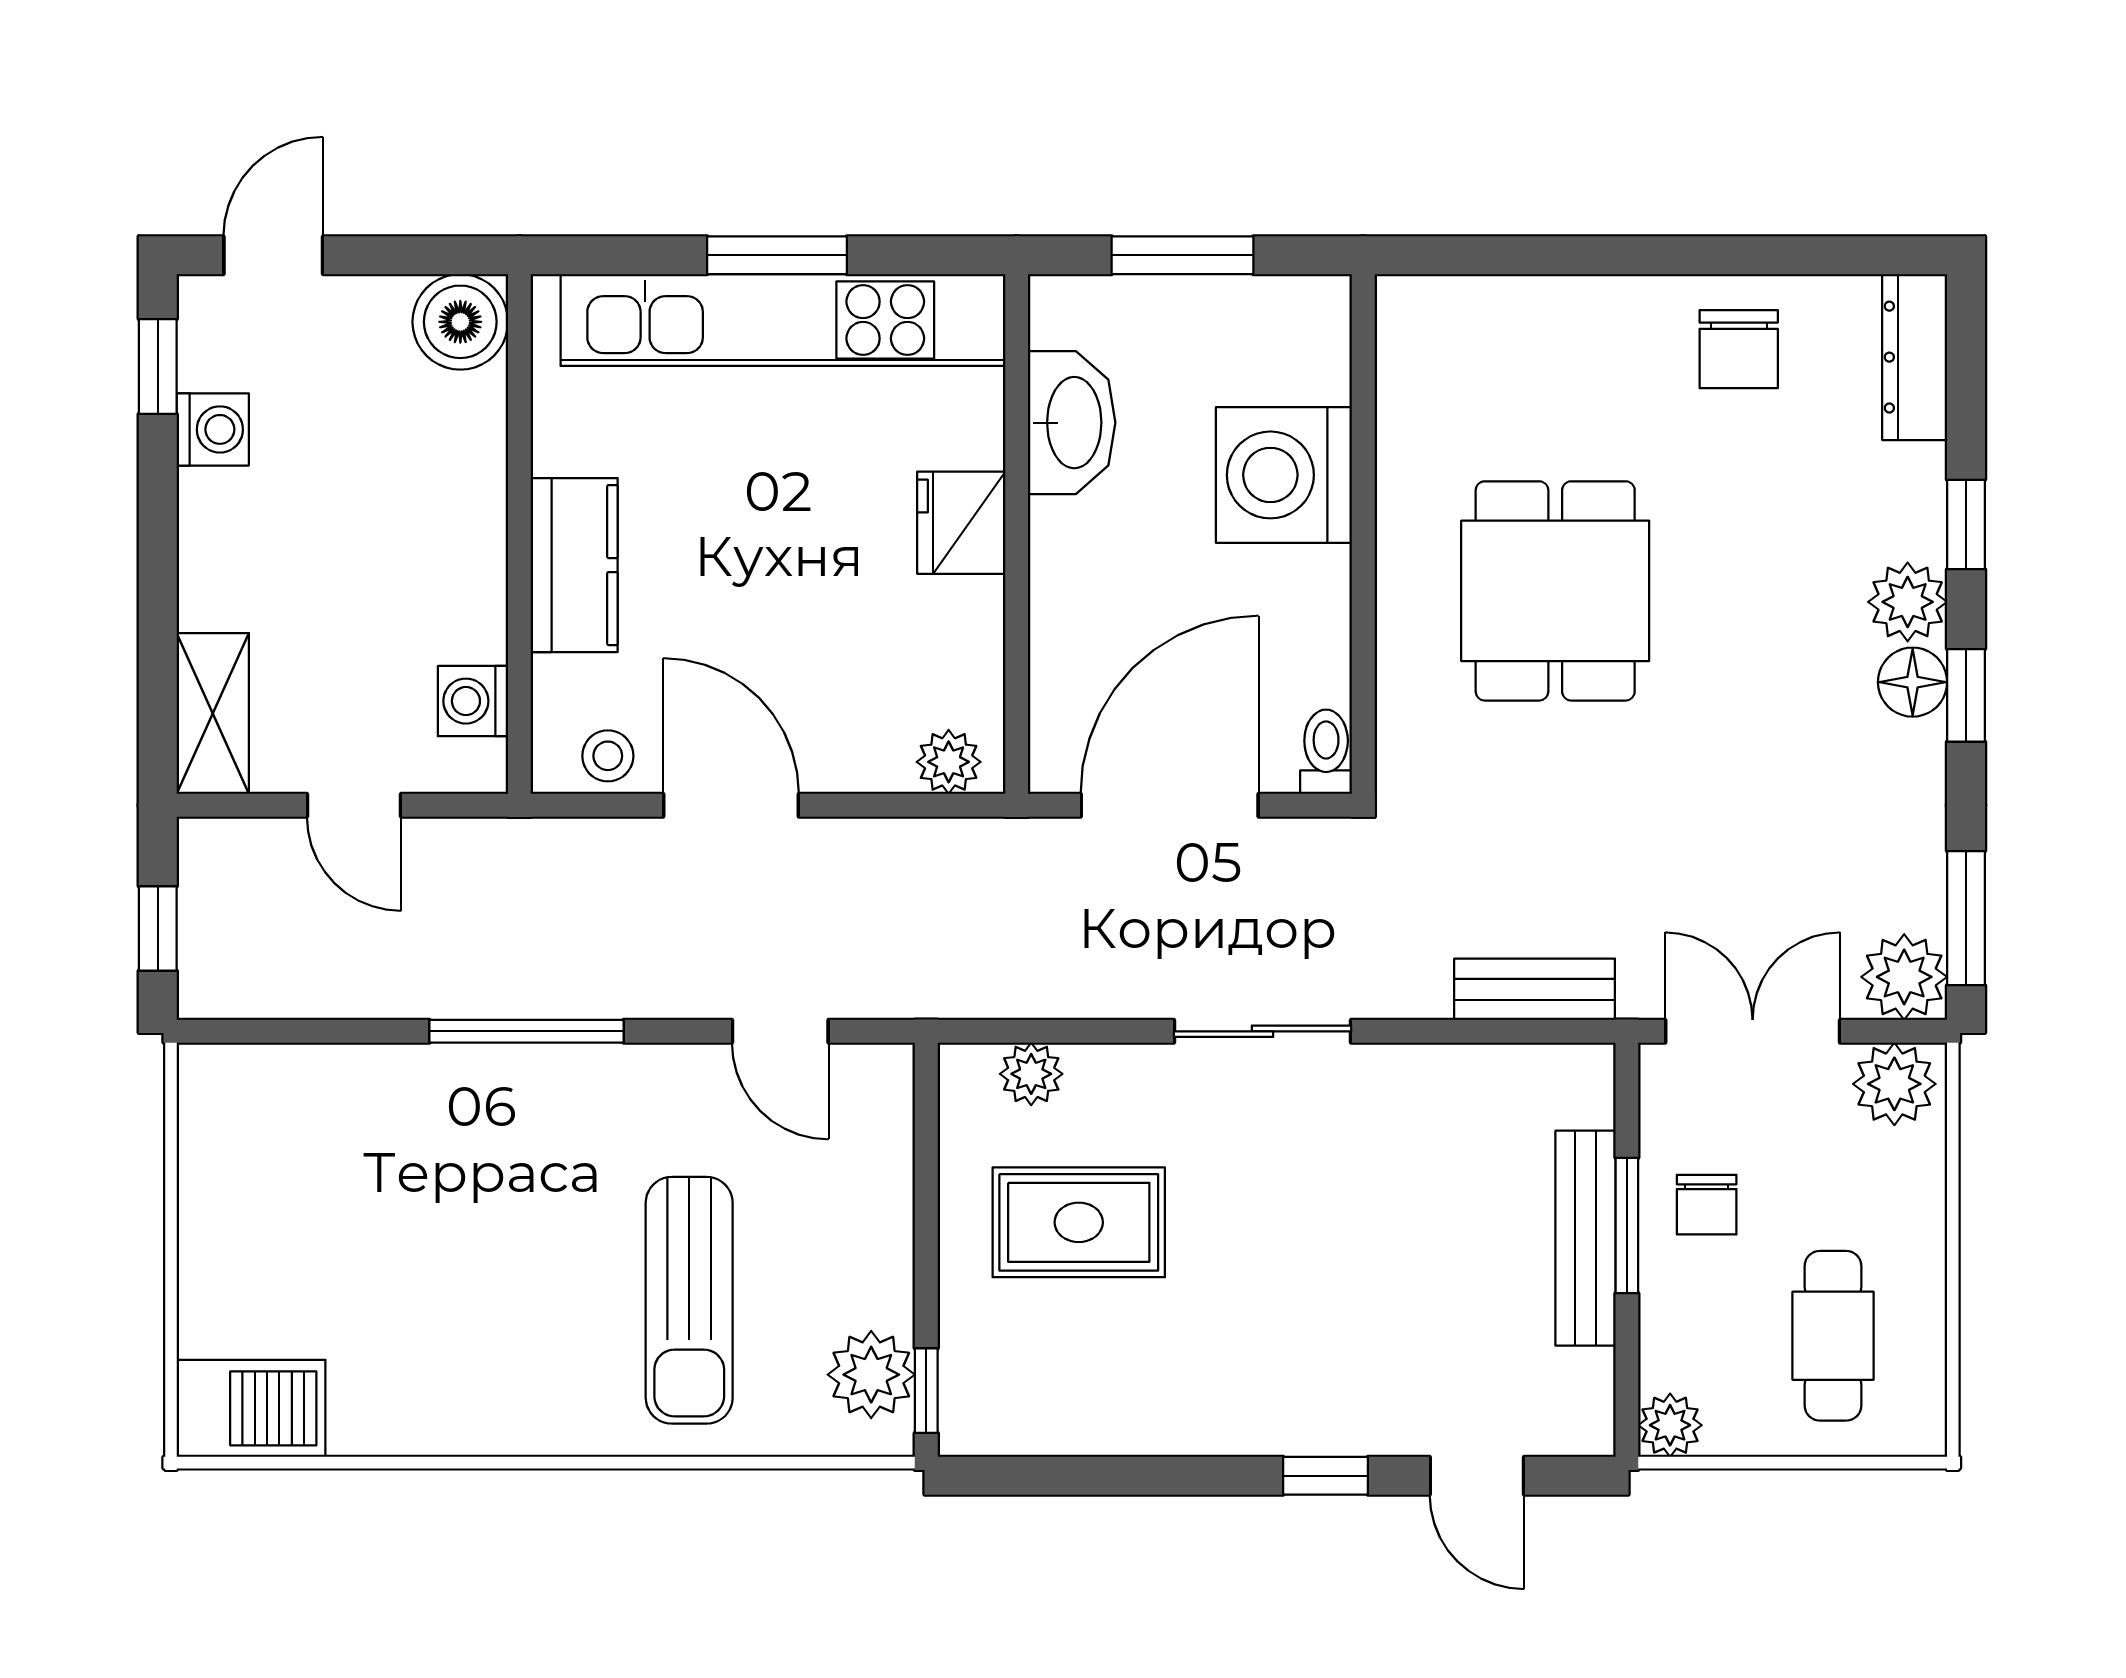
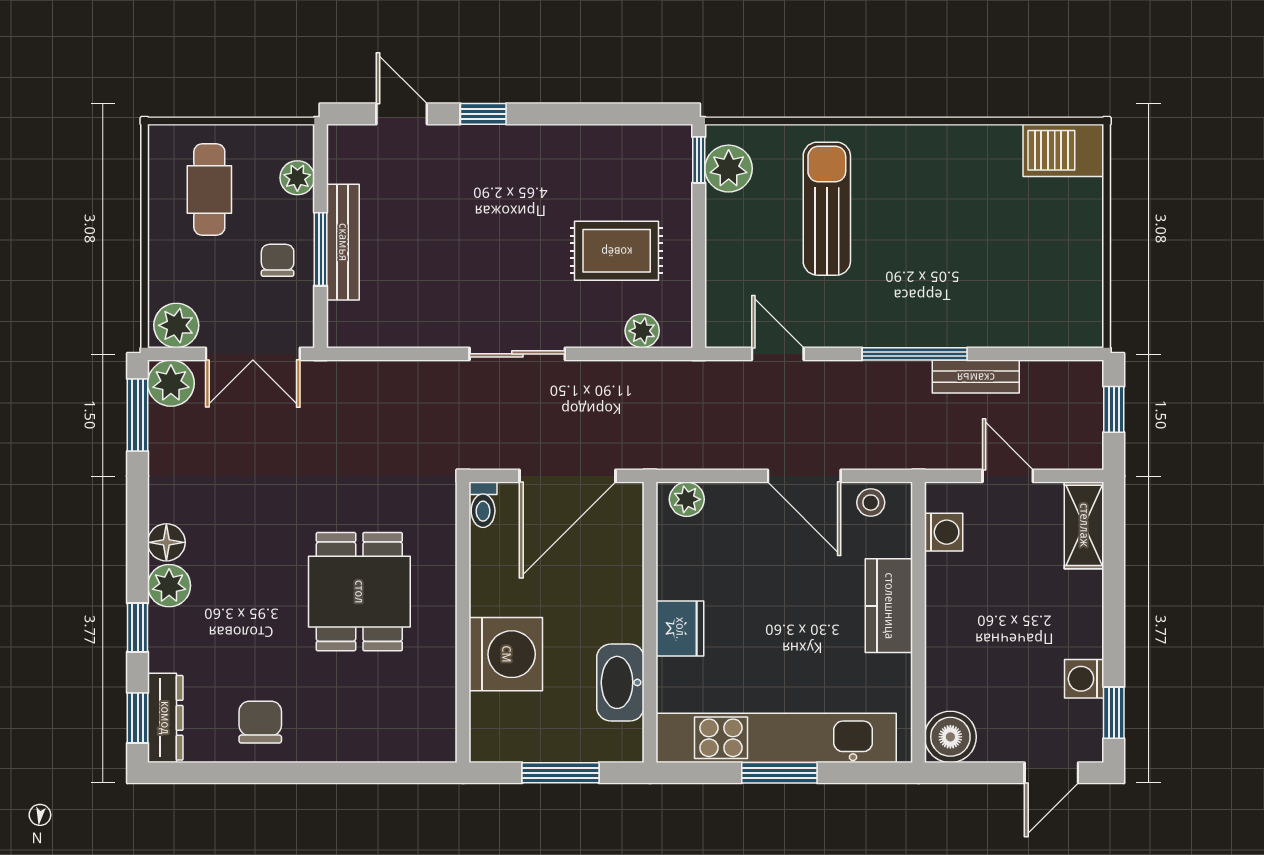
window: (1966, 695) -> (138, 718), moved
bench: (1535, 989) -> (976, 377), moved
plant: (1670, 1425) -> (297, 178), moved

